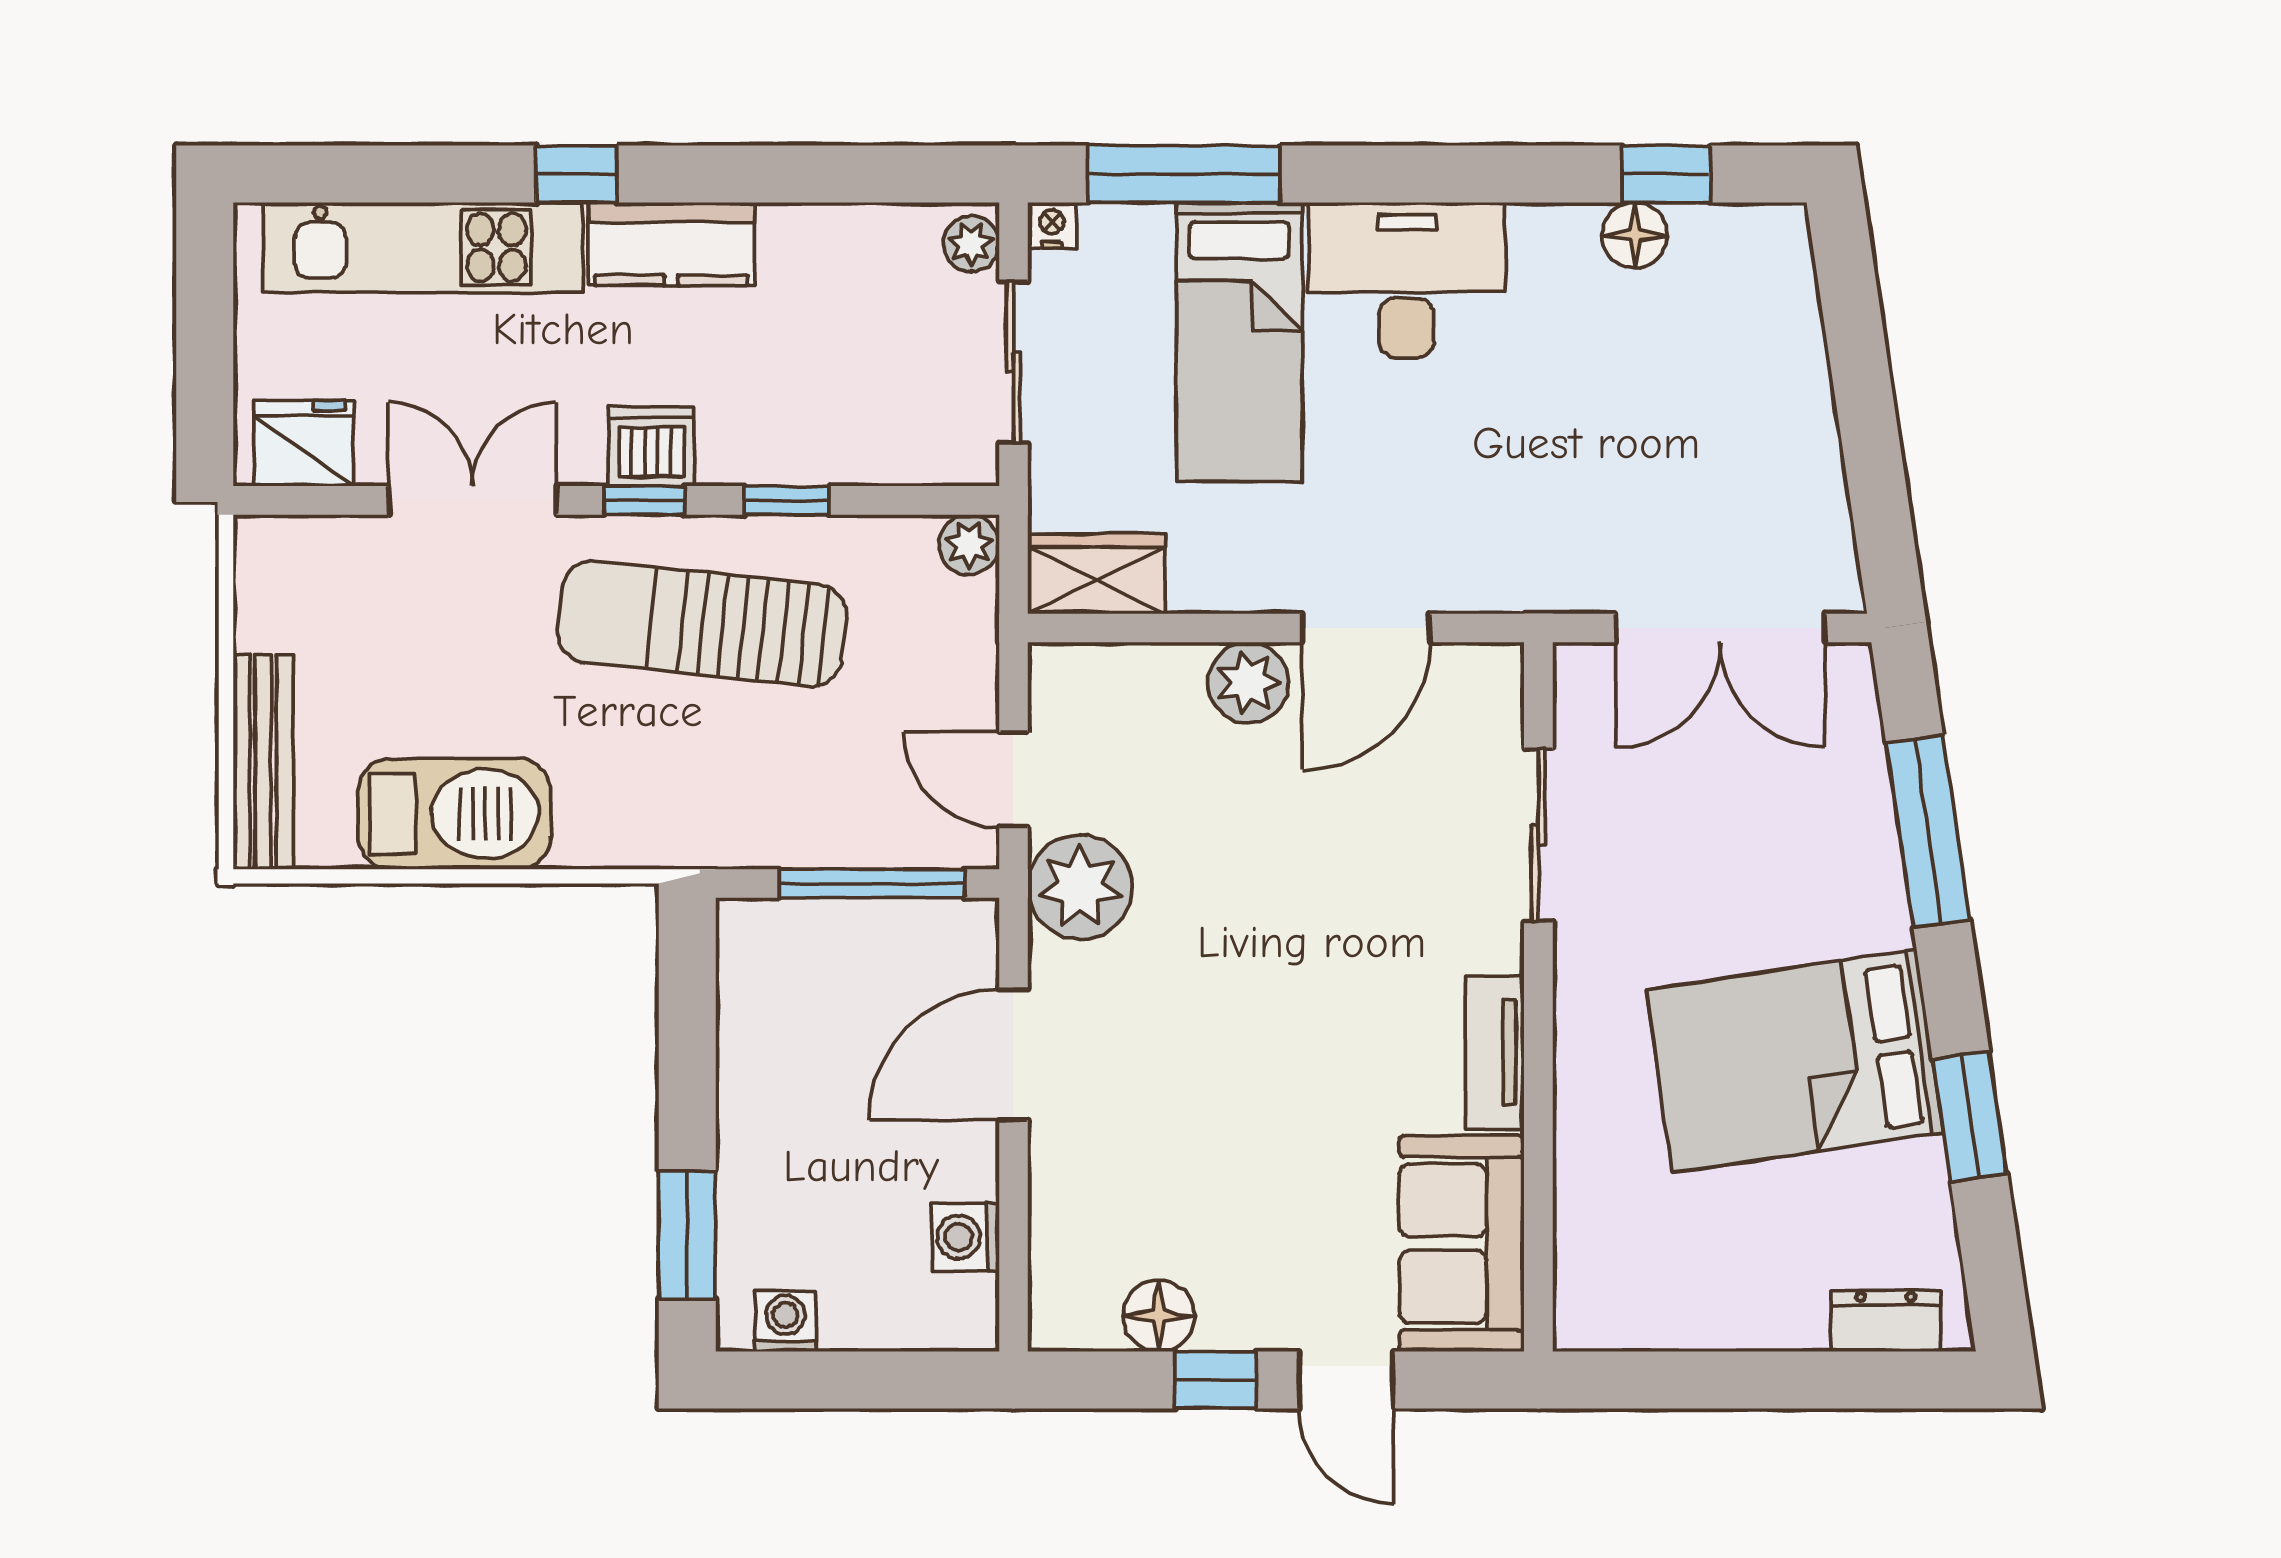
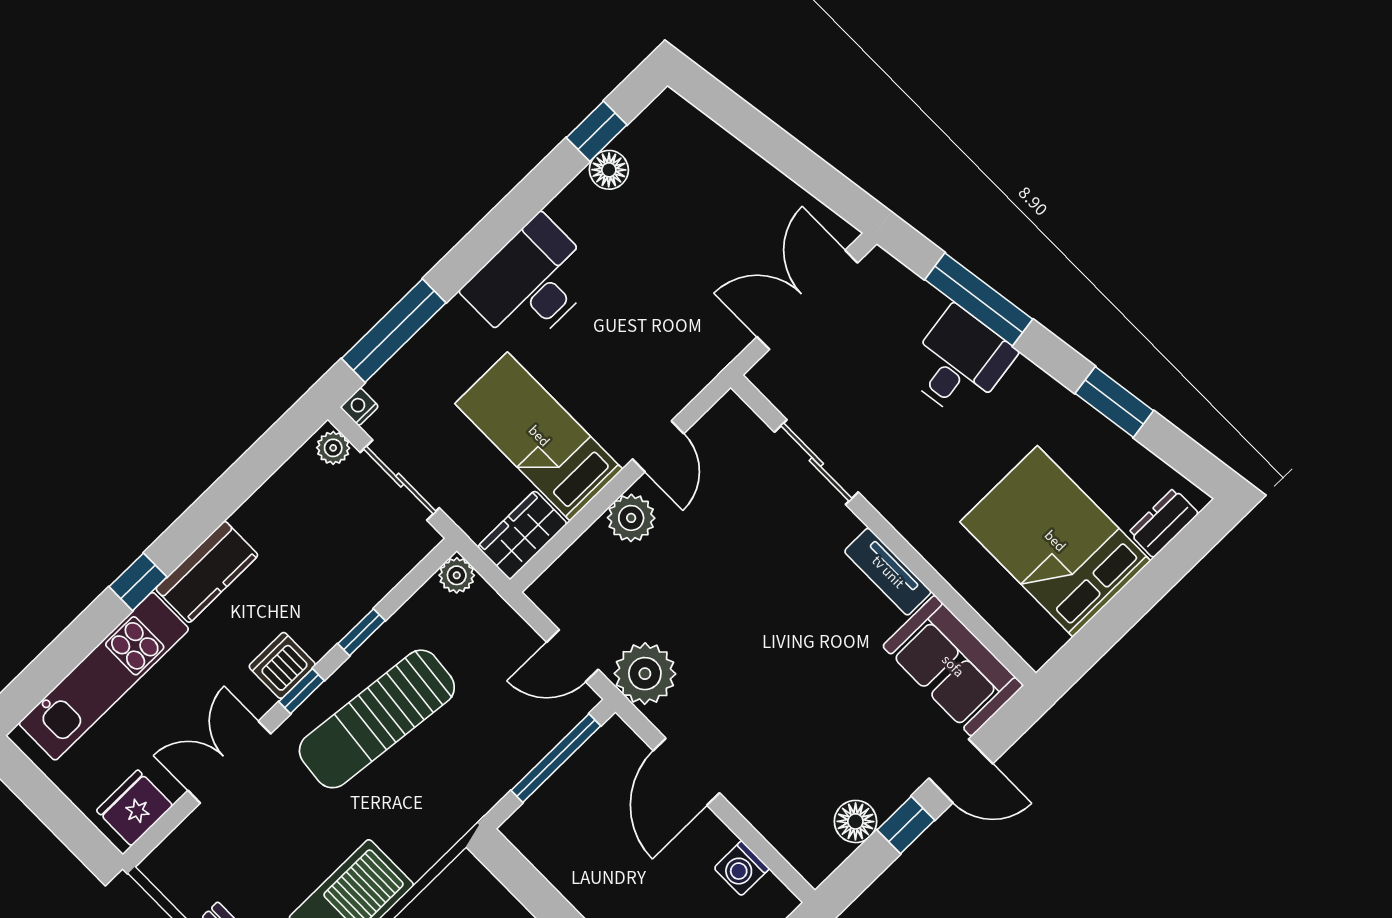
bed: (1239, 342) -> (539, 436), moved, turned 180
door: (1366, 628) -> (658, 446), width x0.73
double door: (1720, 628) -> (807, 300), swing flipped
desk: (1830, 885) -> (959, 363), added
bed: (1795, 1061) -> (1055, 541), moved, turned 98

